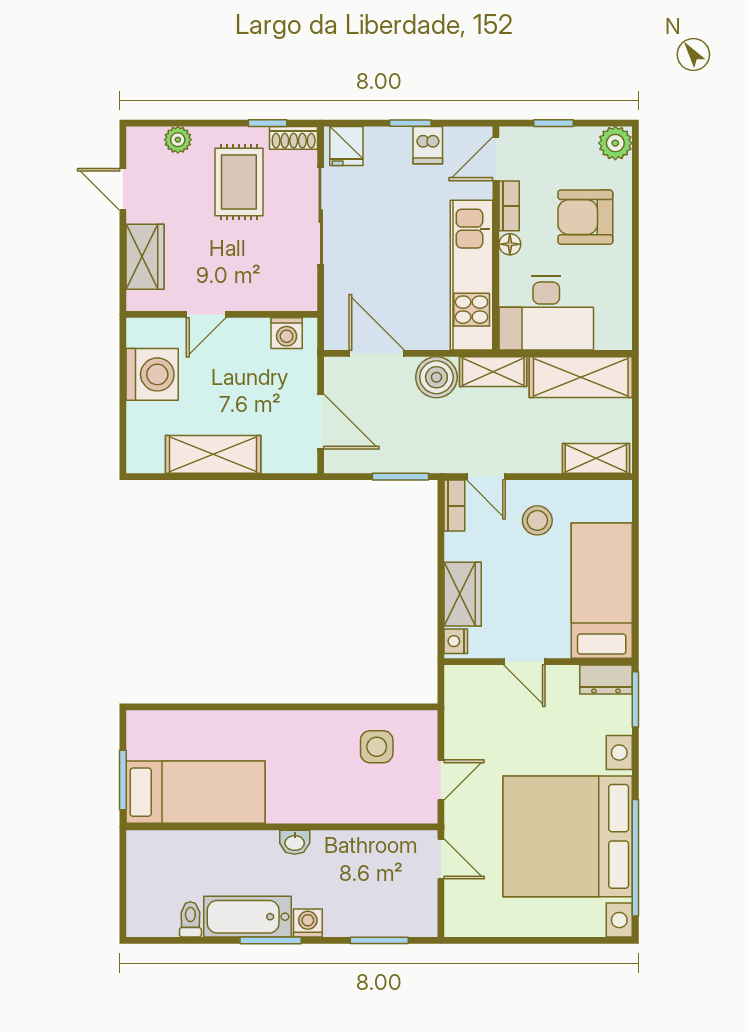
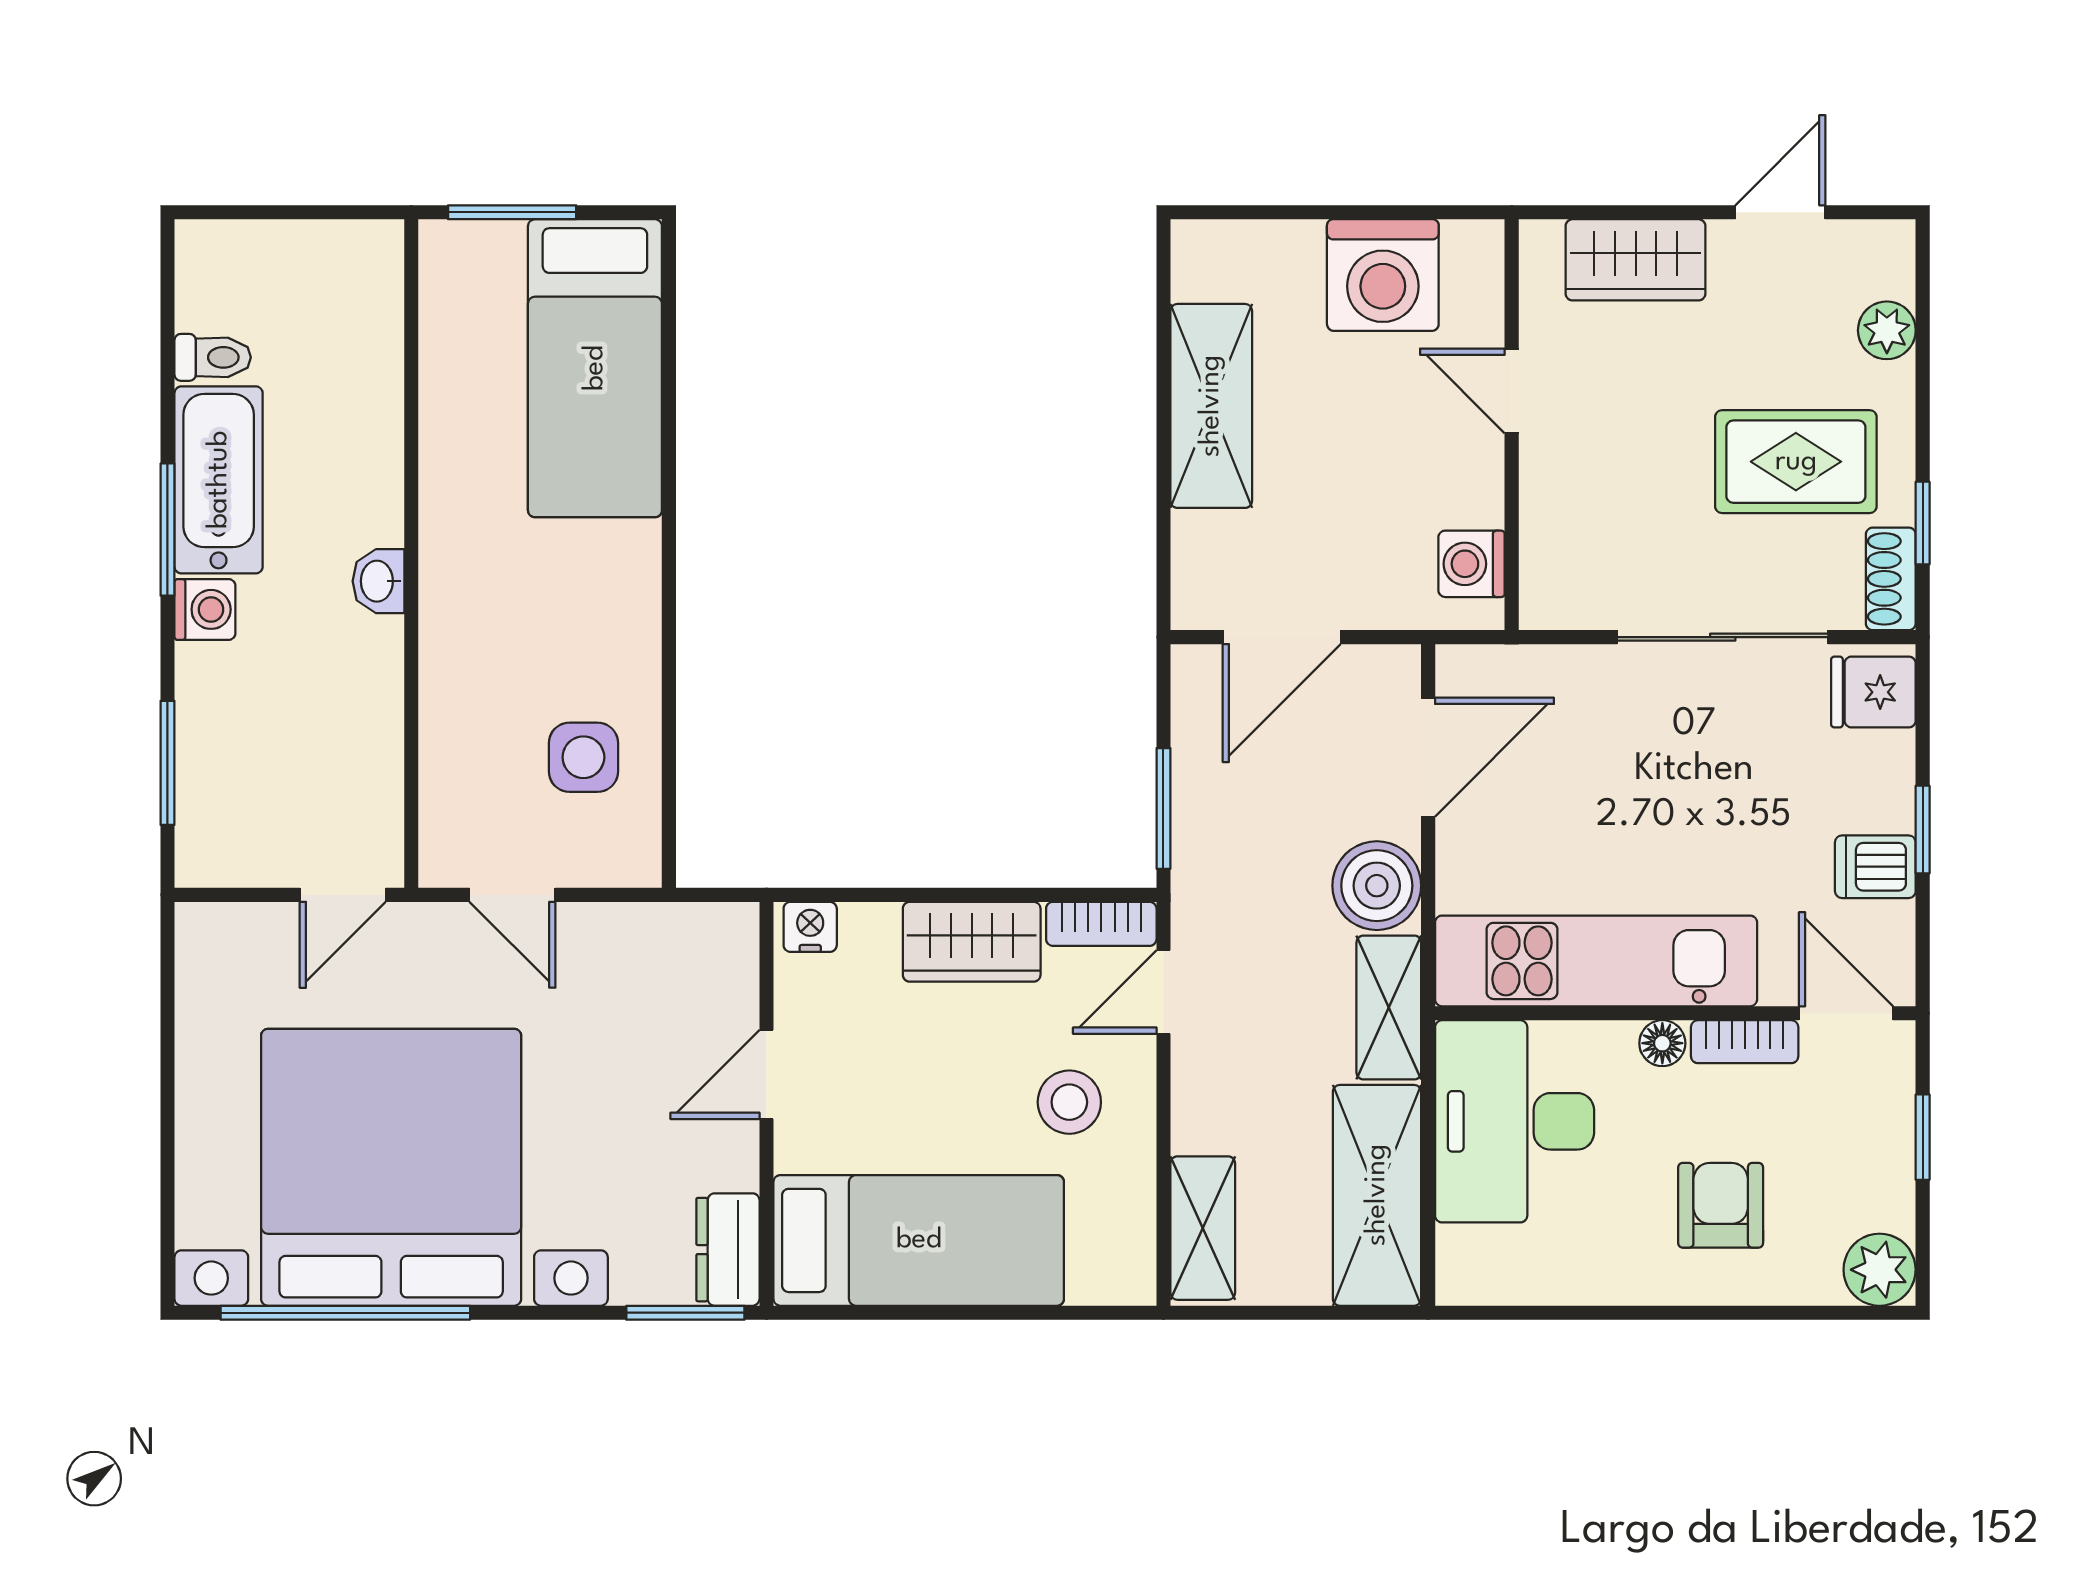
armchair: (585, 217) -> (1721, 1205), width x0.72, depth x0.72
wardrobe: (463, 594) -> (972, 942), moved
bed: (195, 792) -> (595, 368), moved

